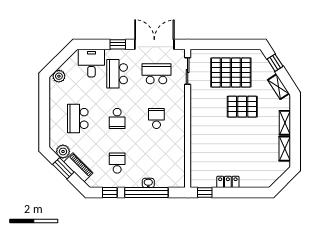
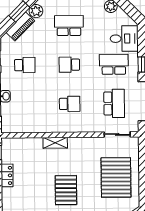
pallet: (242, 107) -> (66, 190), moved
shelving: (195, 133) -> (55, 143), added

